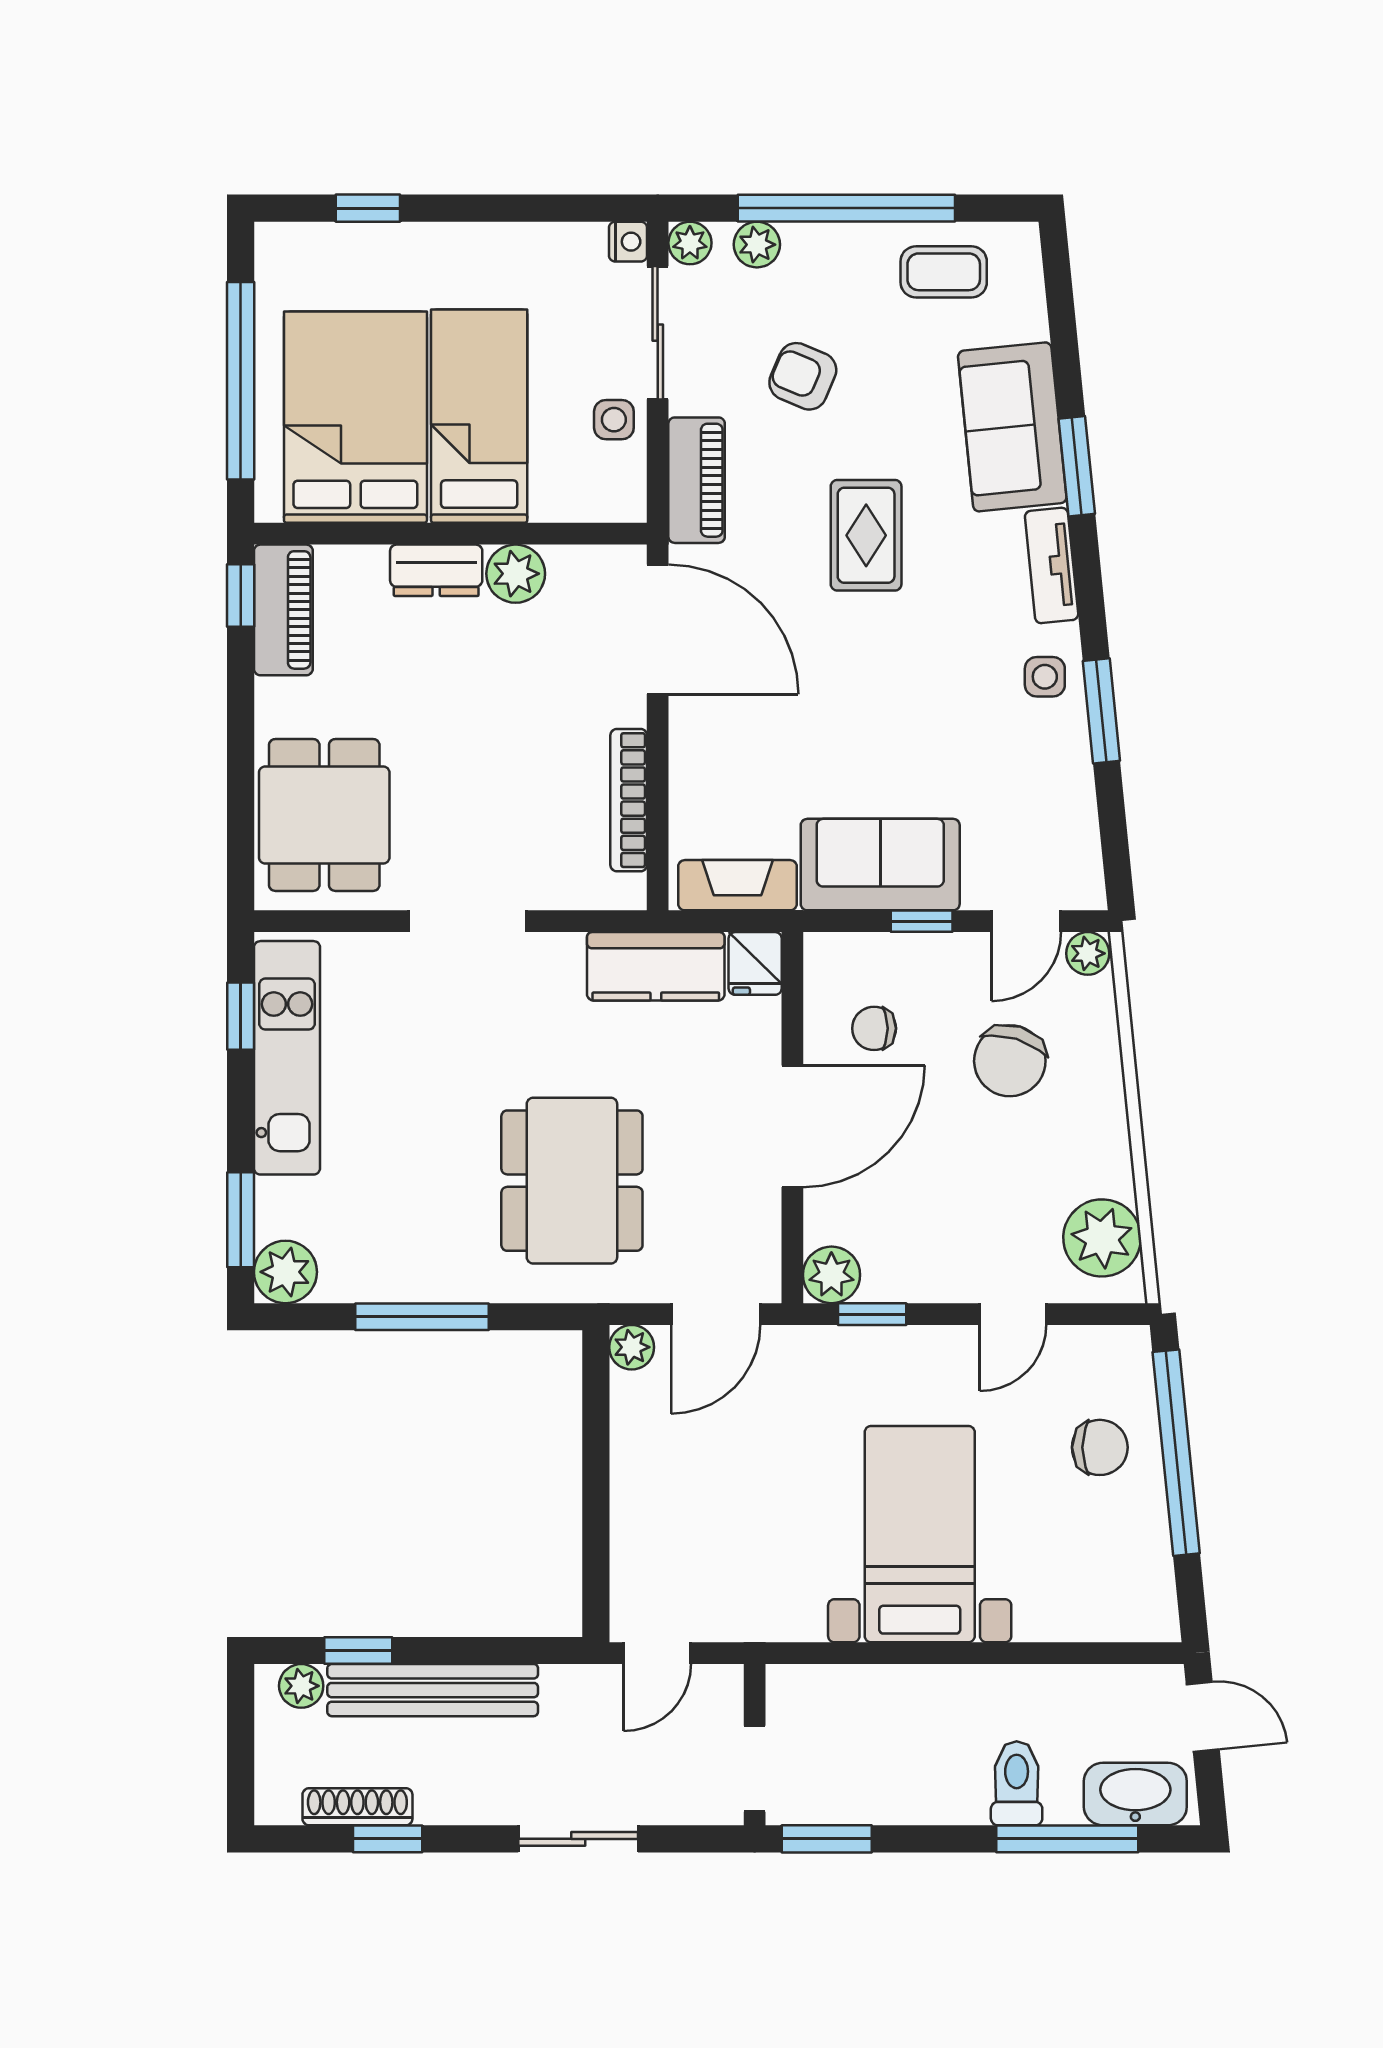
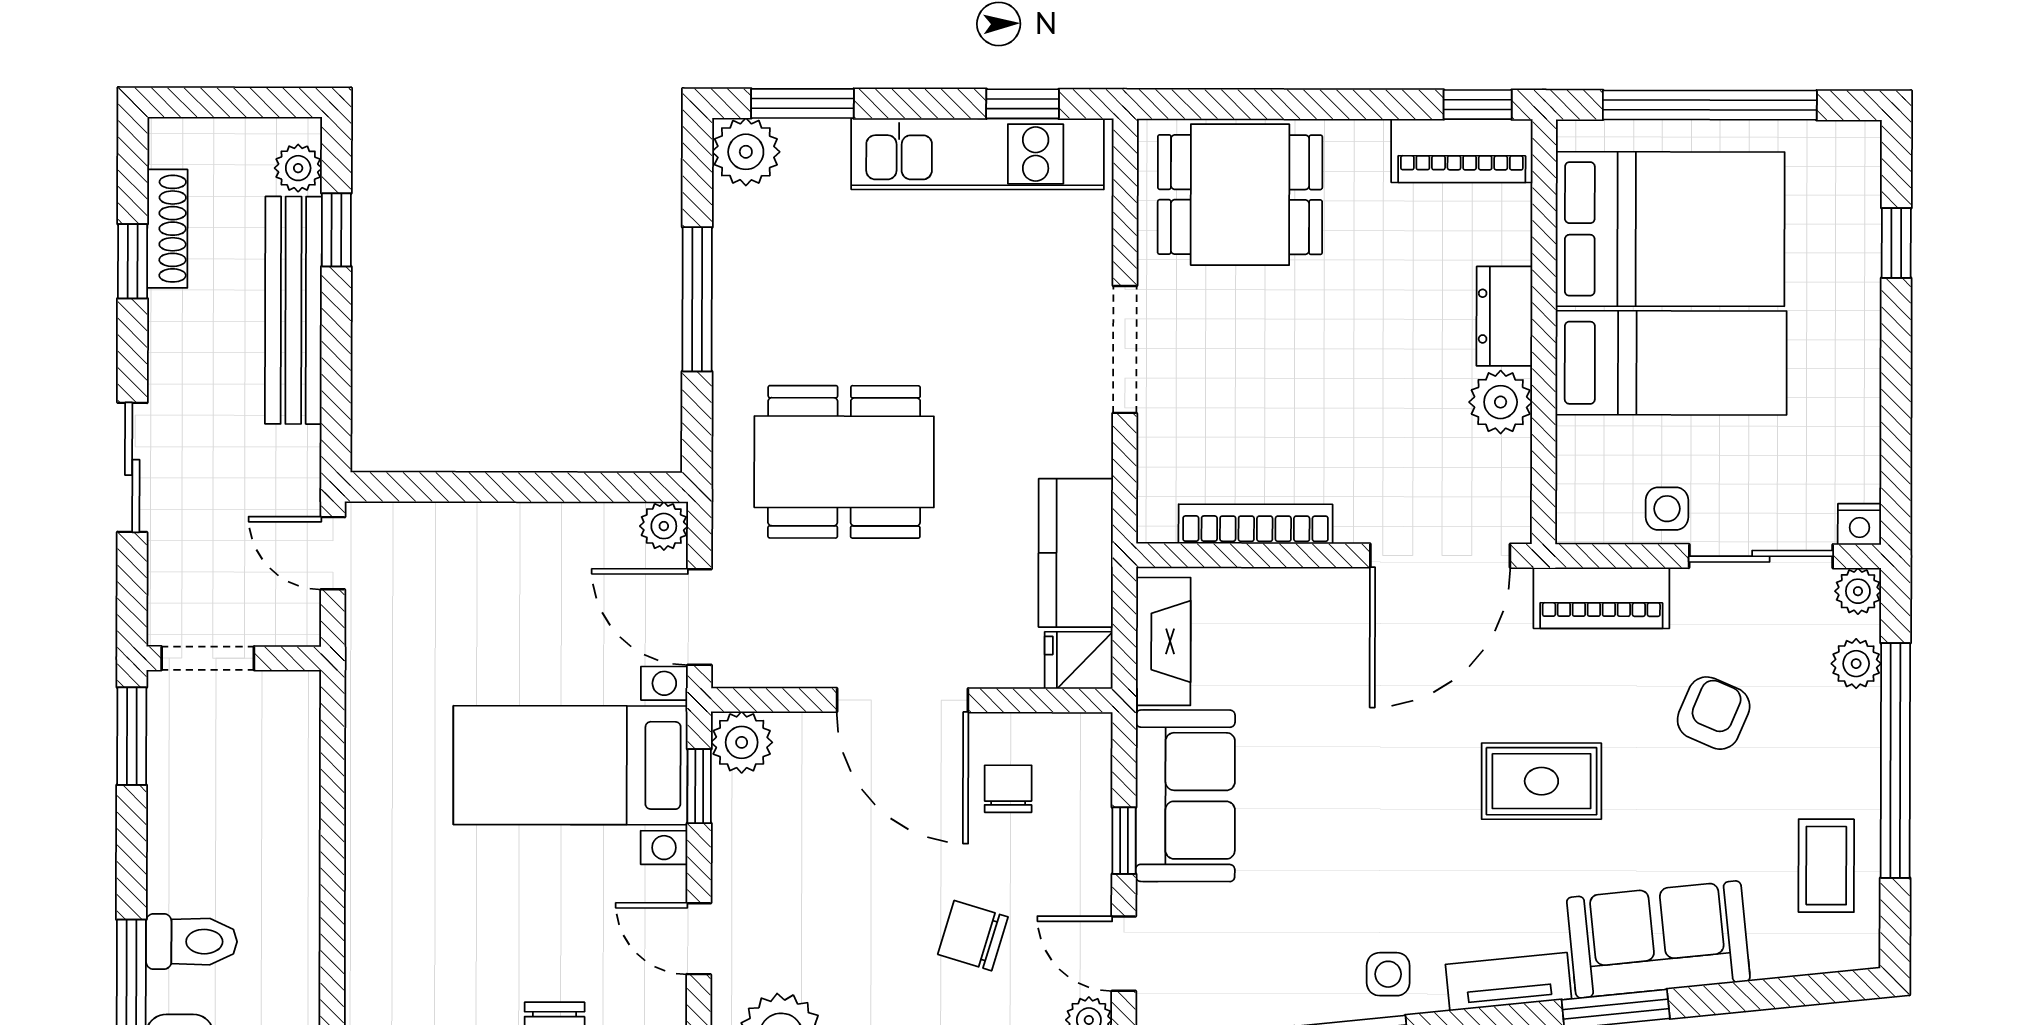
chair: (1010, 1061) -> (973, 936), width x0.73, depth x0.73
bed with nightstands: (920, 1534) -> (570, 765), moved, turned 180

